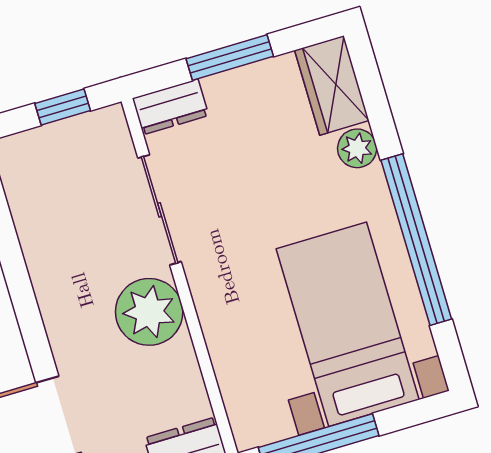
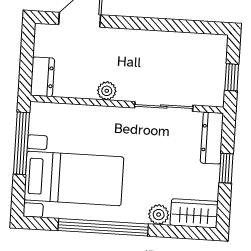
window: (230, 57) -> (226, 168), width x0.67
dresser: (170, 107) -> (212, 138), width x1.44
plant: (149, 312) -> (107, 91), width x0.53, depth x0.53

